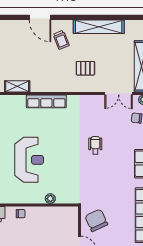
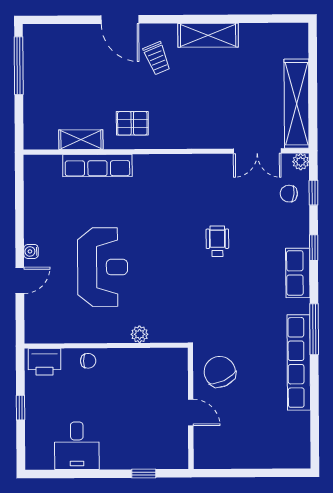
shelving: (99, 27) -> (208, 35), width x0.68
pallet: (85, 68) -> (132, 123), moved
row of seats: (46, 101) -> (97, 166), moved

